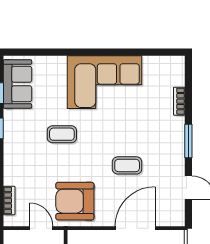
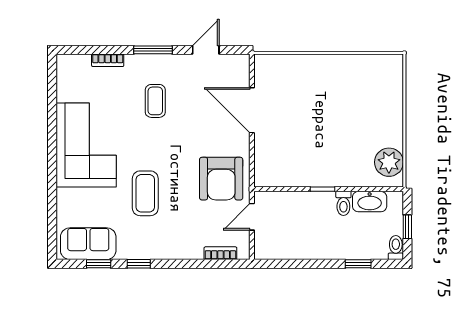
coffee table: (62, 134) -> (145, 193), width x1.36, depth x1.30
coffee table: (127, 165) -> (155, 101), moved

